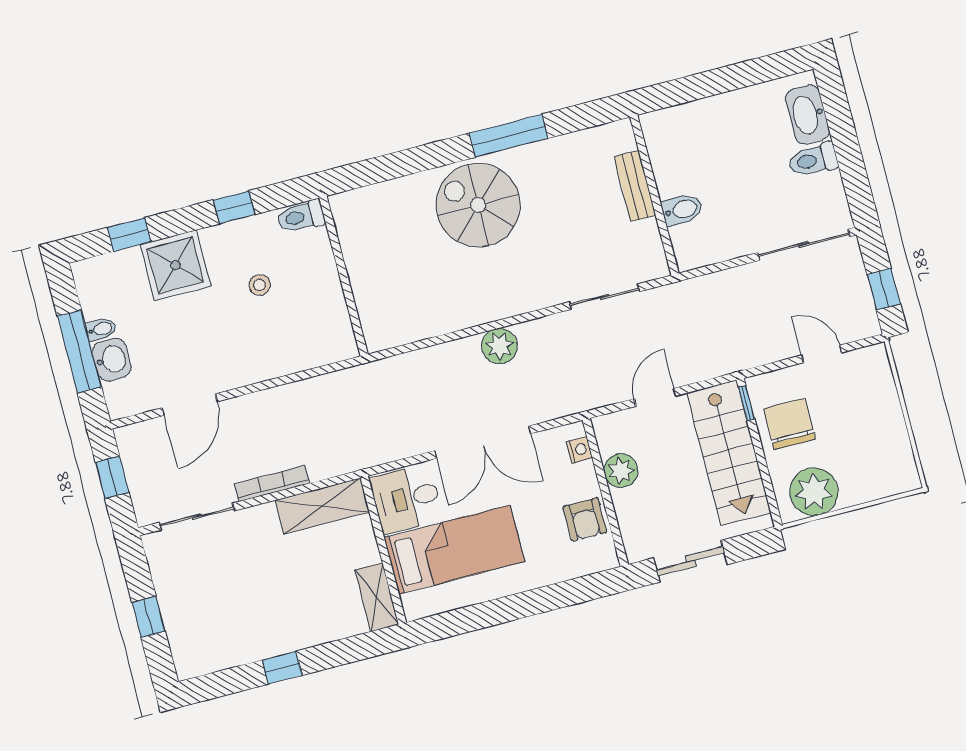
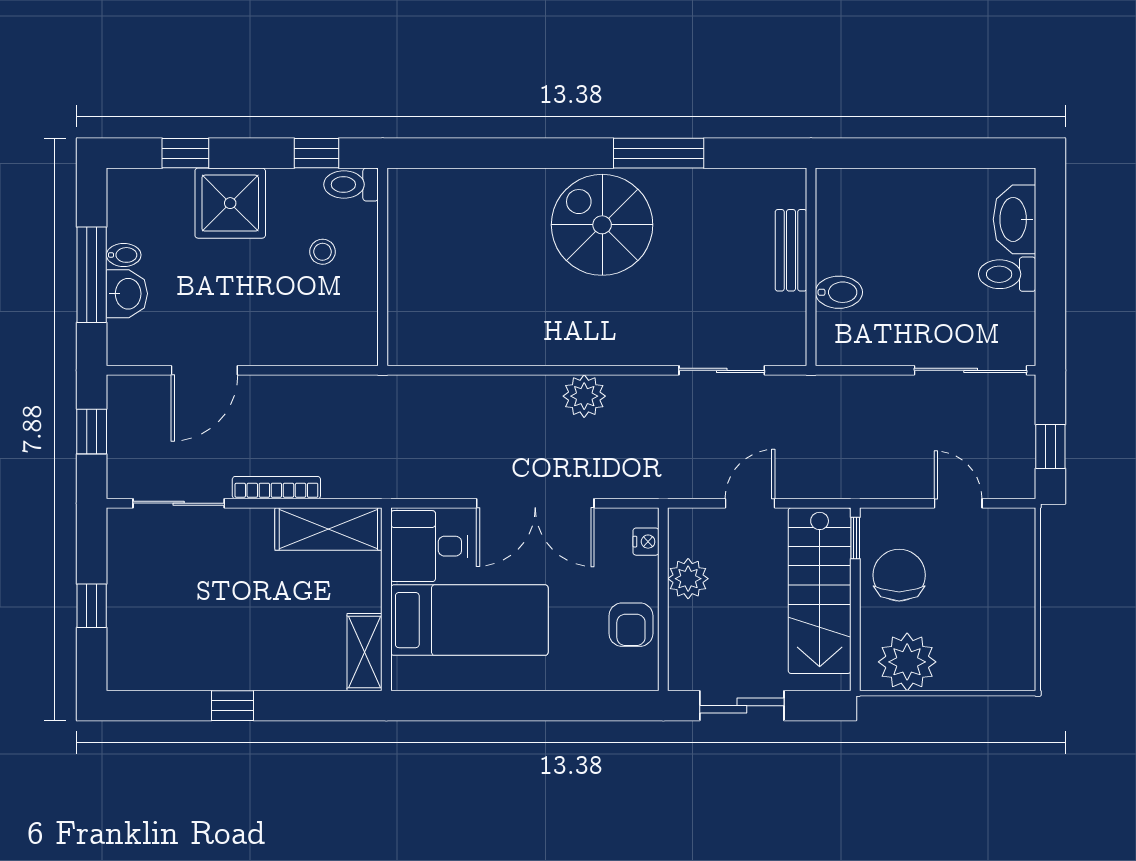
toilet: (301, 217) -> (351, 185), moved
wall: (344, 276) -> (383, 267), moved

